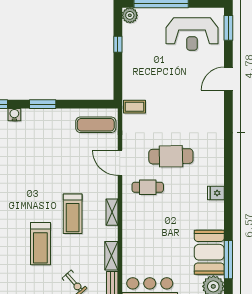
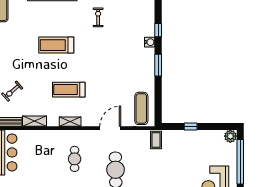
window: (118, 44) -> (191, 126), moved
cafe table: (148, 187) -> (75, 159), moved
treadmill: (40, 244) -> (56, 45), moved

